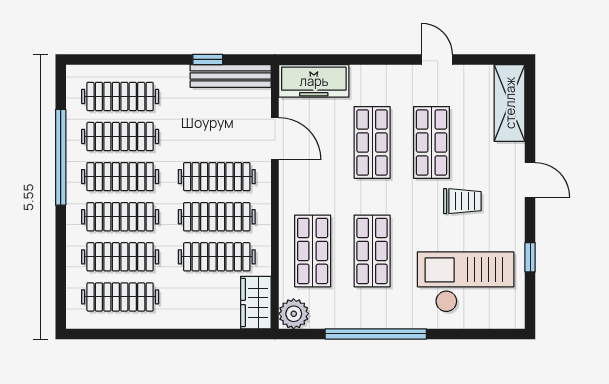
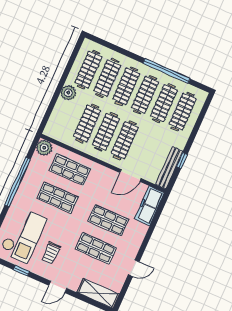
trolley: (462, 201) -> (51, 253), moved
wardrobe: (256, 303) -> (57, 132), removed
plant: (177, 314) -> (68, 93), added

